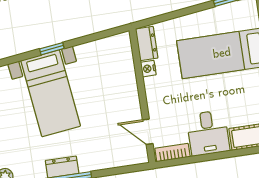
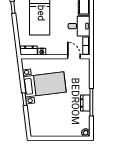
bed with nightstands: (51, 93) -> (45, 84), moved
door: (148, 132) -> (74, 57), swing flipped

